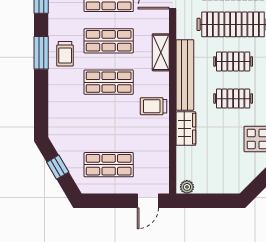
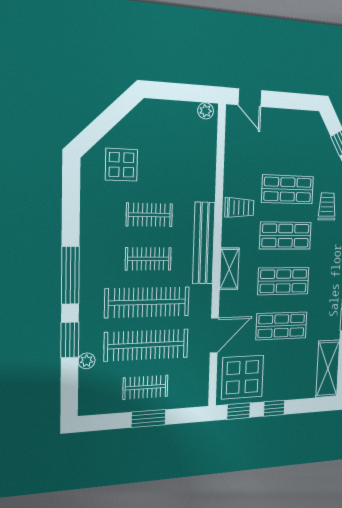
trolley: (65, 54) -> (327, 206), moved
wardrobe: (186, 129) -> (205, 181), removed
shop shelf: (109, 165) -> (288, 189), moved
door: (148, 201) -> (250, 98), swing flipped

